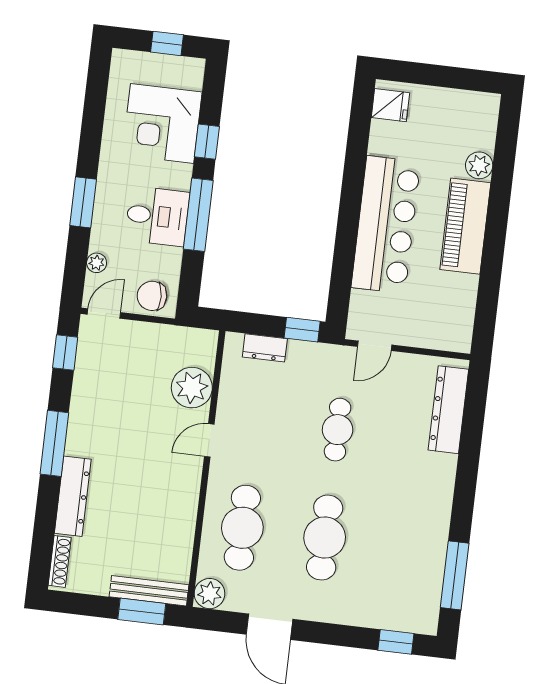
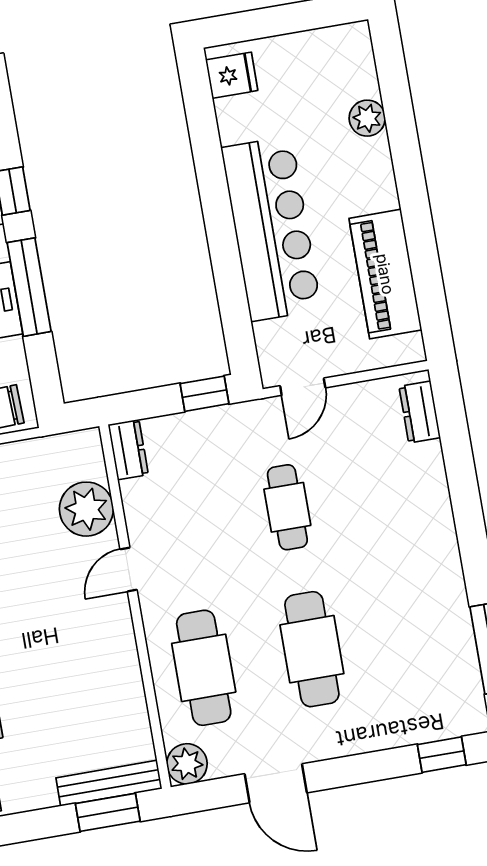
piano: (465, 226) -> (385, 274), moved
dresser: (265, 348) -> (128, 450), moved, turned -90
dresser: (448, 410) -> (420, 412), width x0.51, depth x0.80

